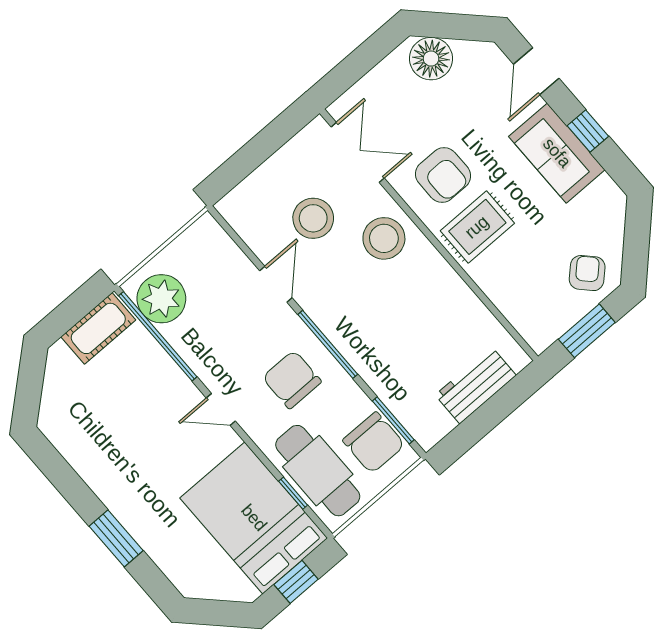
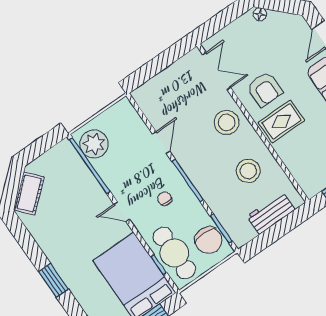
floor lamp: (431, 59) -> (260, 14), width x0.53, depth x0.53
stool: (313, 218) -> (248, 171), moved
cot: (98, 328) -> (29, 193), moved, turned -41
chair: (292, 380) -> (165, 199), width x0.54, depth x0.54

